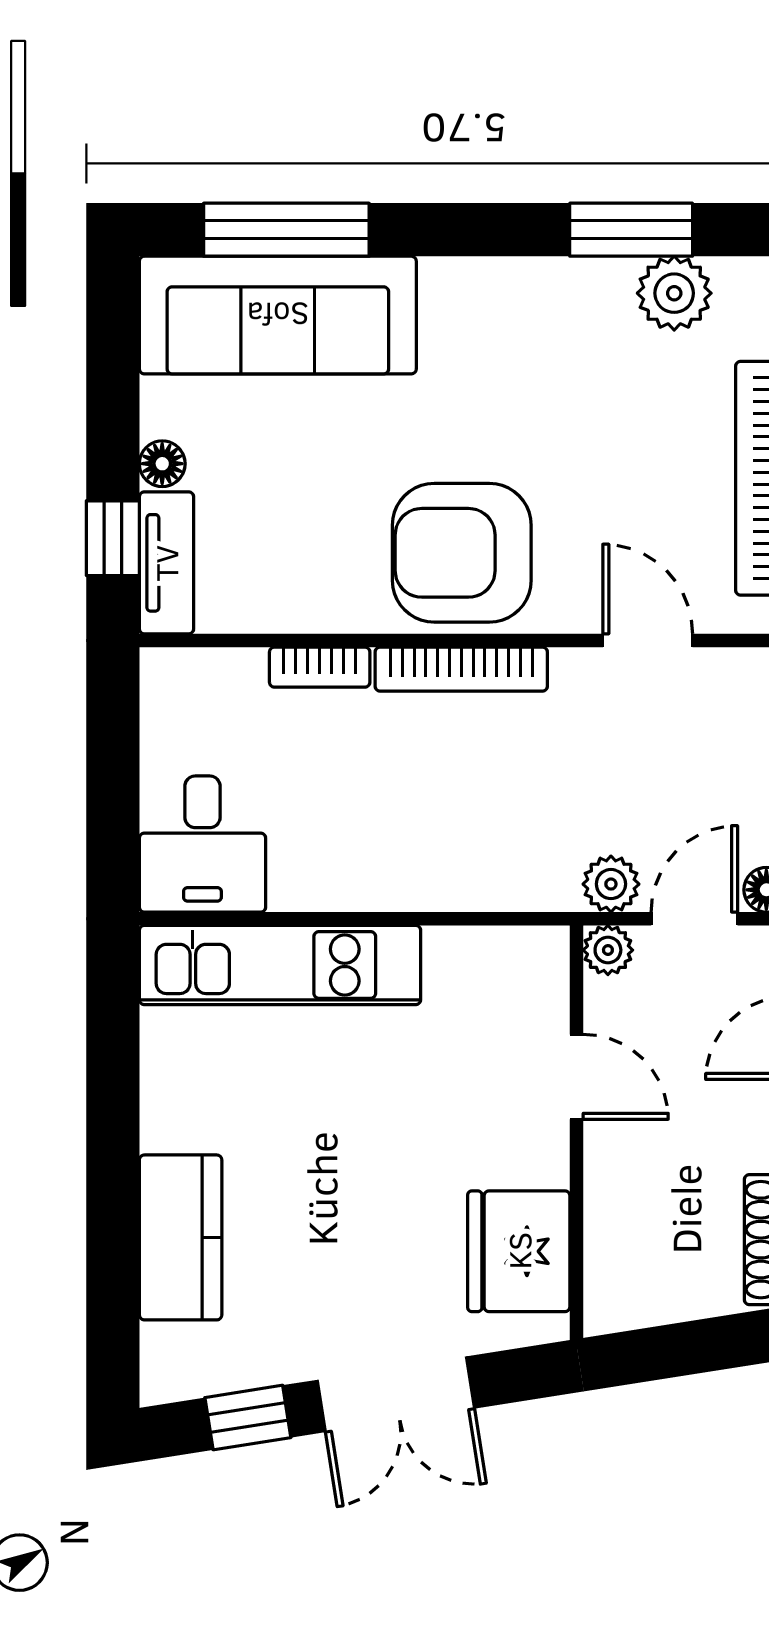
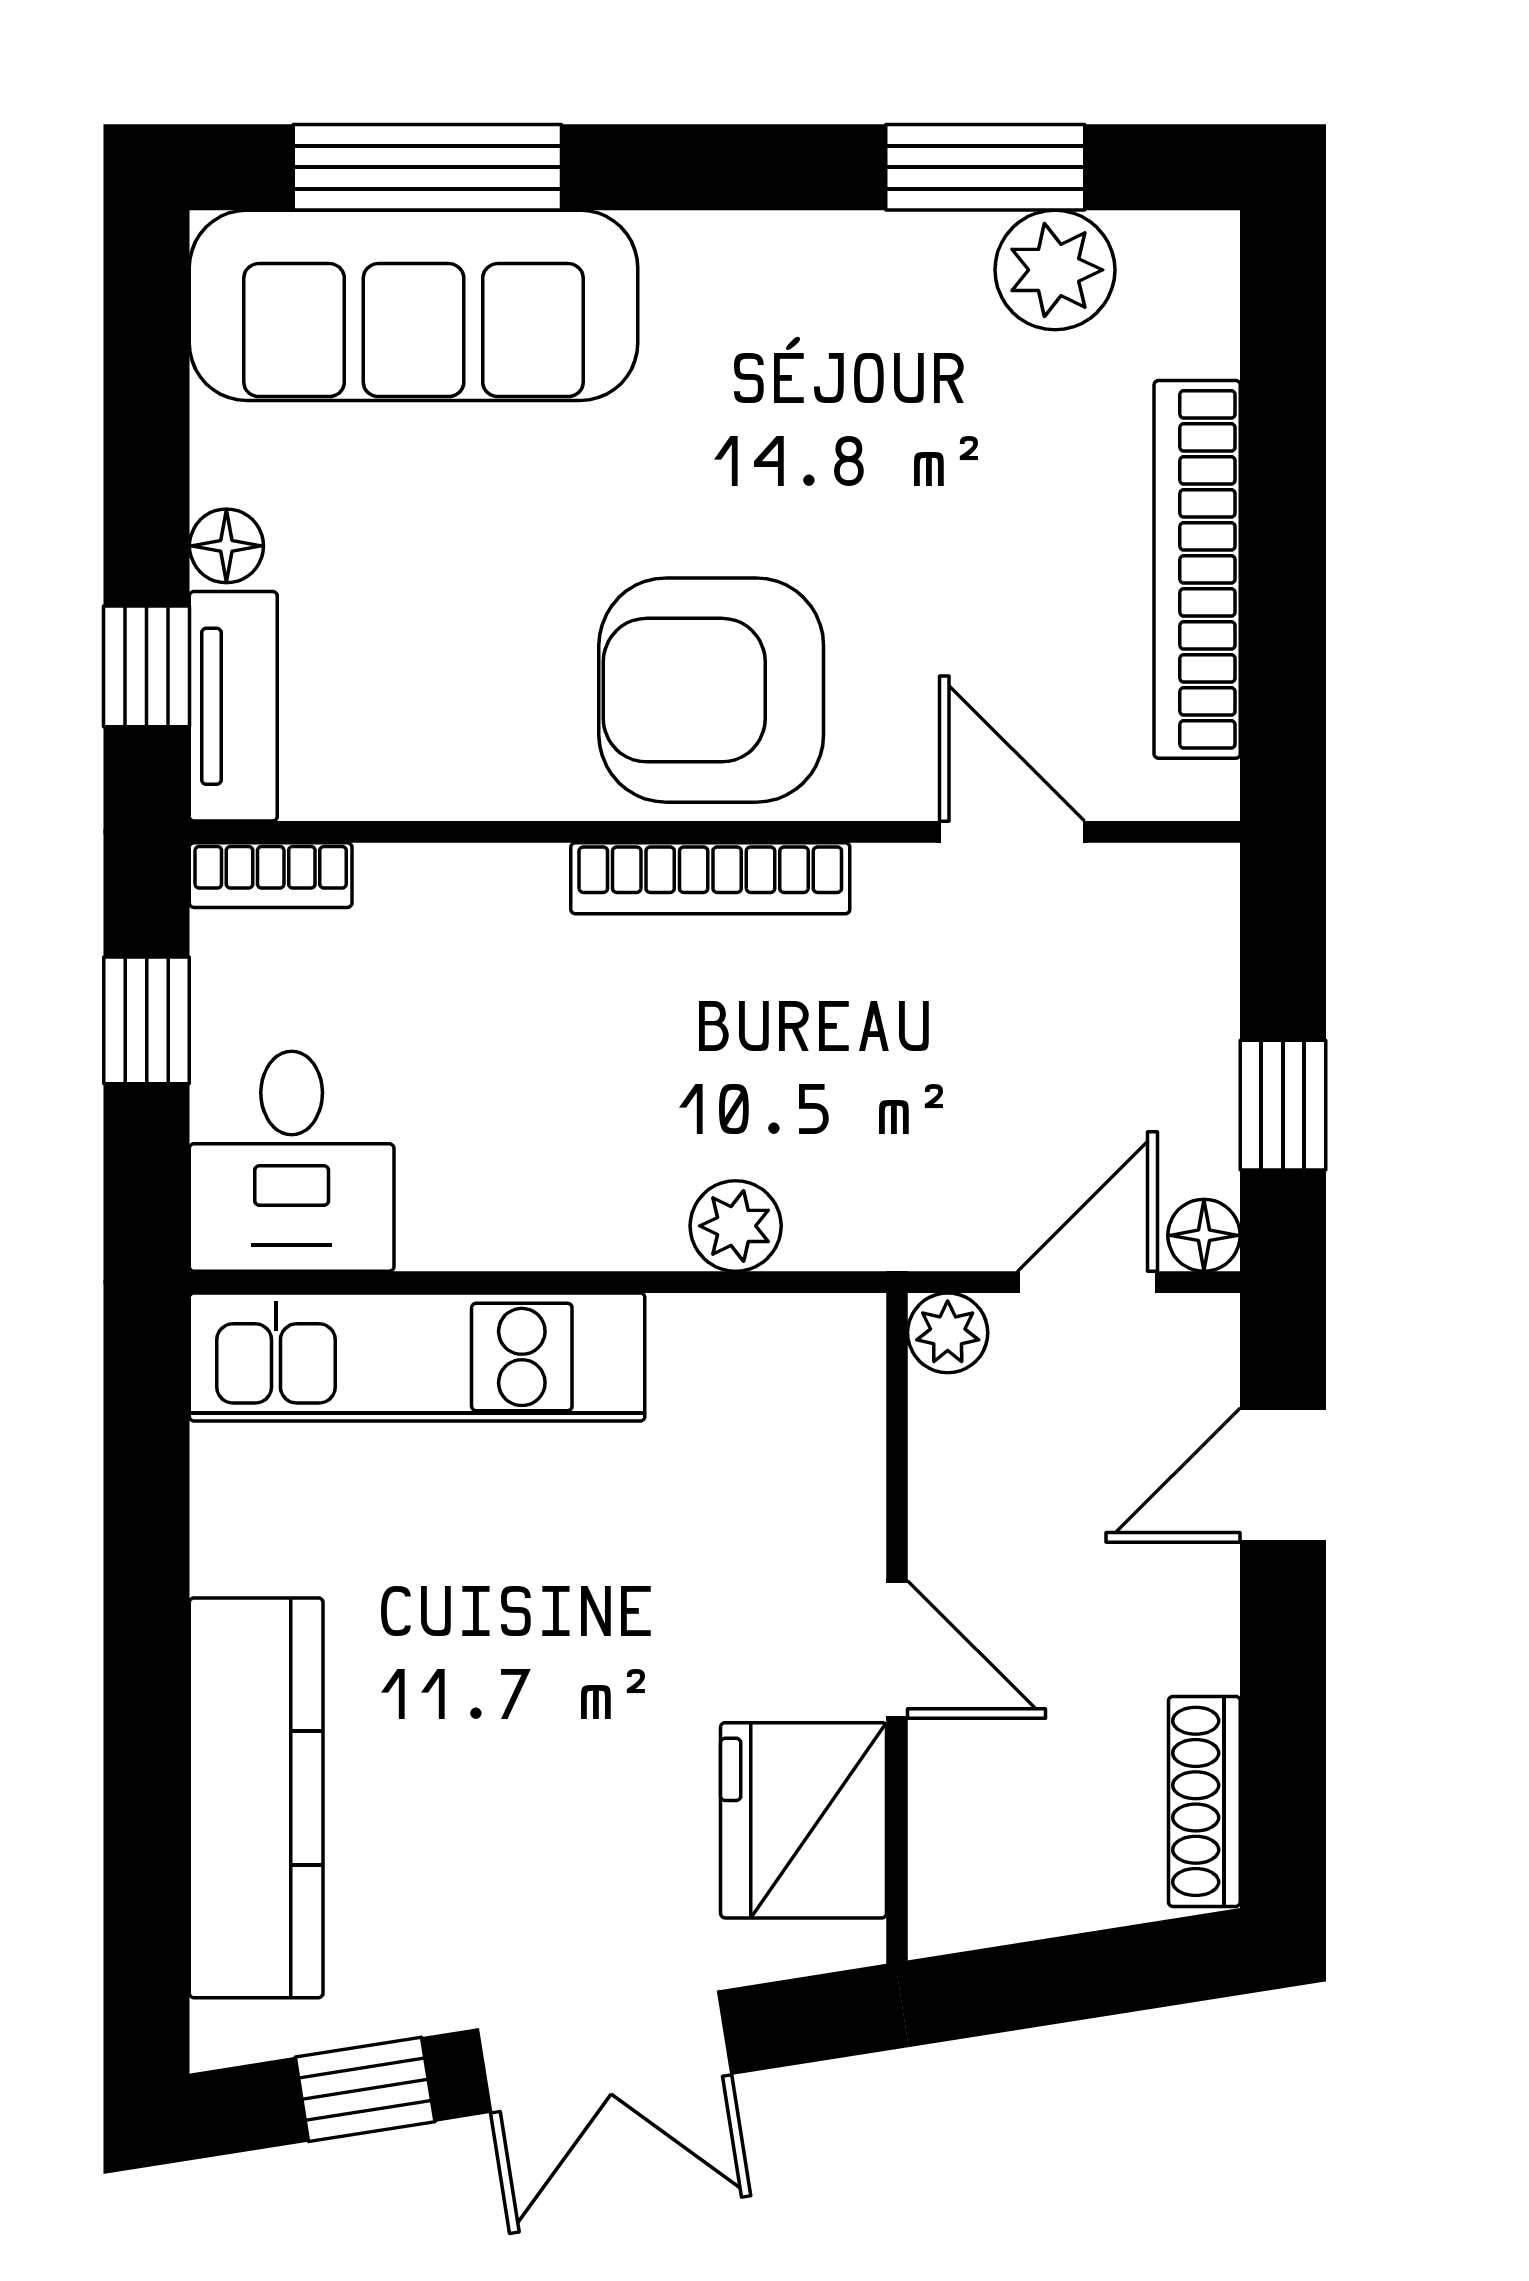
bookcase: (320, 667) -> (271, 875), moved
window: (113, 757) -> (147, 1020), added
plant: (611, 884) -> (736, 1226), moved
door: (577, 1077) -> (897, 1650), moved
kitchen counter: (181, 1237) -> (256, 1798), width x1.50

